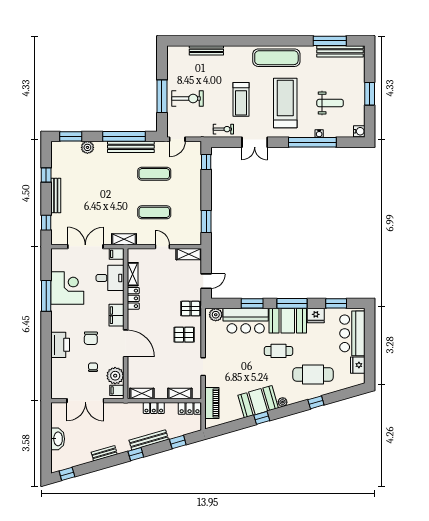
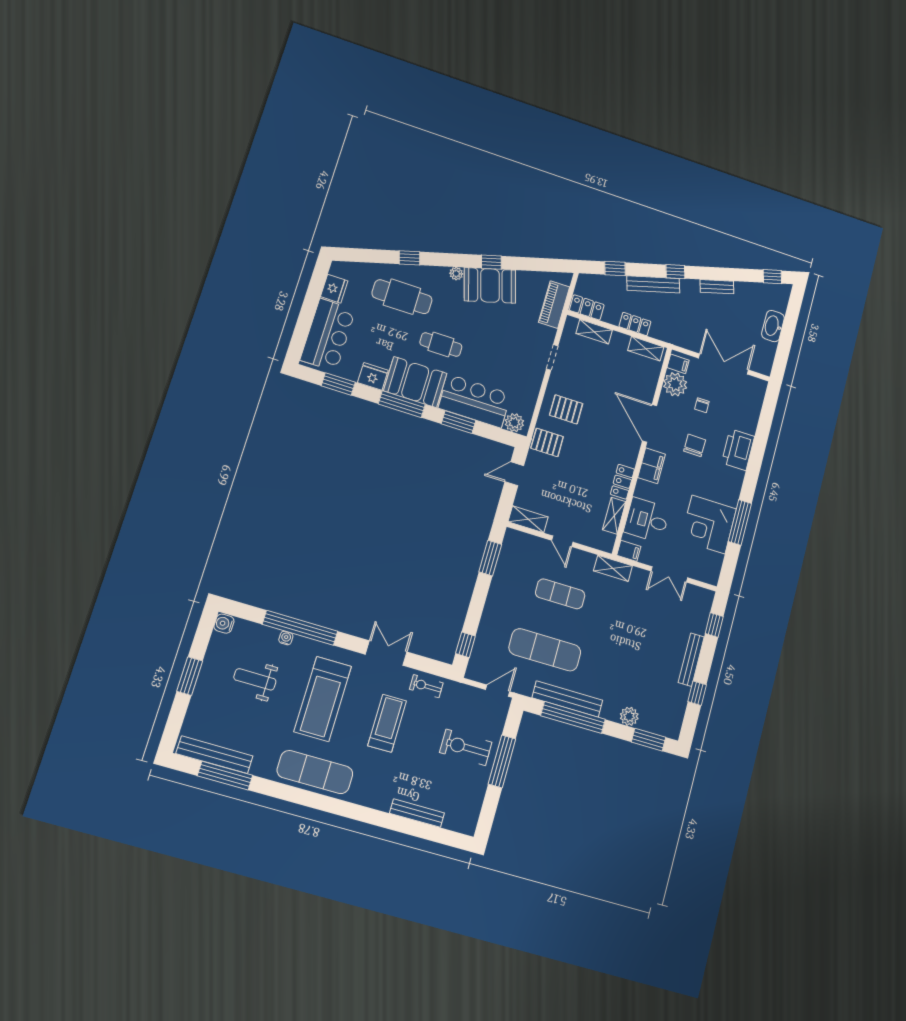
exercise mat: (154, 174) -> (545, 650), width x1.36, depth x1.45
double door: (85, 247) -> (669, 574), width x0.73

